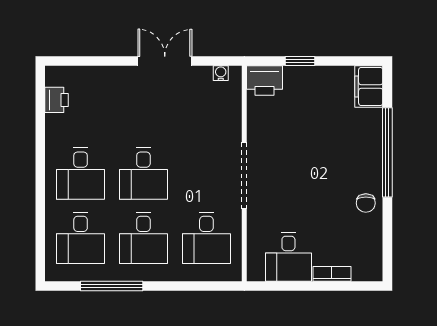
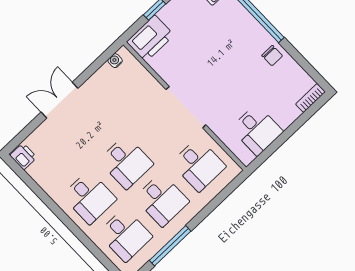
double door: (165, 61) -> (60, 100), moved
printer: (265, 80) -> (150, 38), width x1.37, depth x1.19
printer: (57, 100) -> (23, 156), moved
bookcase: (332, 274) -> (310, 98), moved

